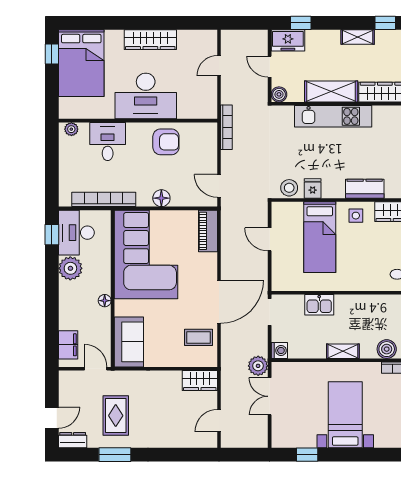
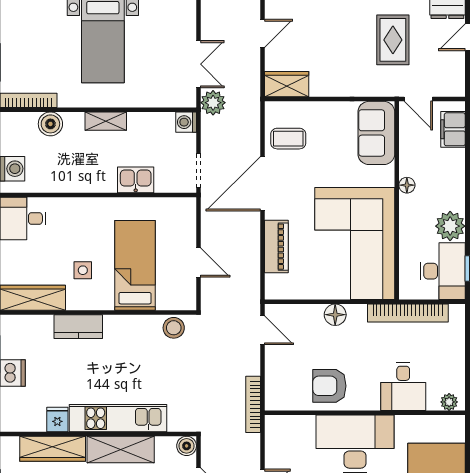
fridge: (313, 188) -> (57, 419), moved, turned 180
side table: (356, 216) -> (83, 270), moved
piano: (208, 231) -> (276, 247), moved

